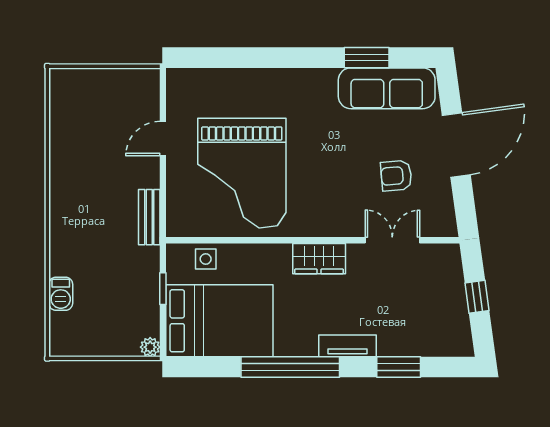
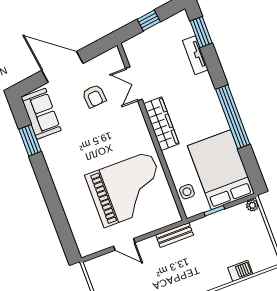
sofa: (387, 88) -> (41, 114), width x0.73
wardrobe: (319, 259) -> (161, 124), width x1.50
tv unit: (347, 346) -> (195, 55), moved
window: (399, 367) -> (201, 32), moved

